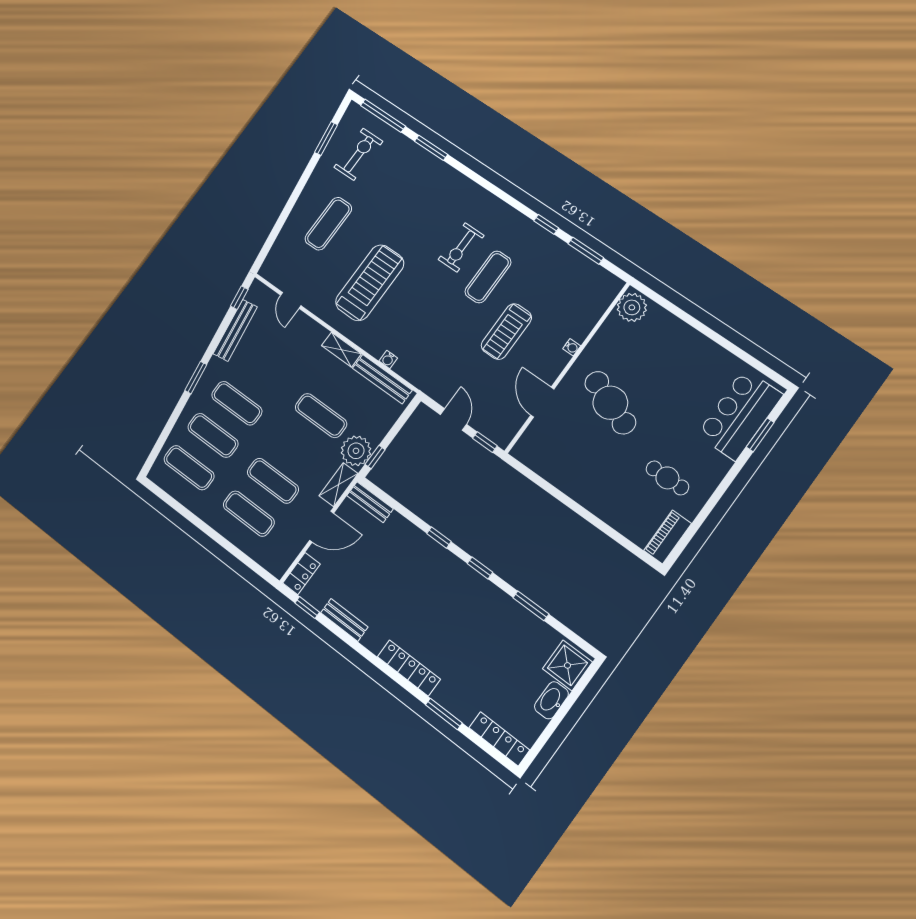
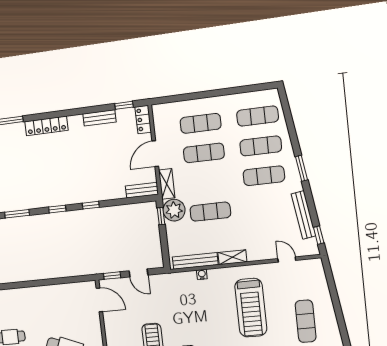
door: (542, 402) -> (99, 300), moved

